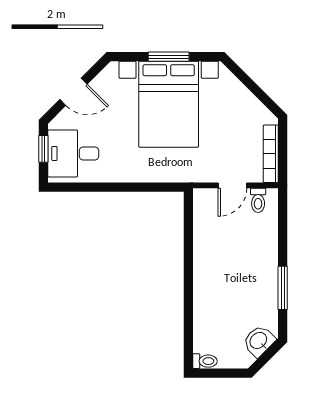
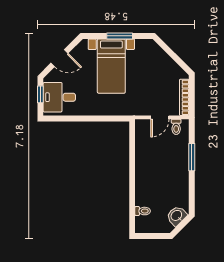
bed with nightstands: (169, 104) -> (111, 66), width x0.73
window: (283, 288) -> (192, 157), moved
toilet: (205, 361) -> (143, 211), moved

